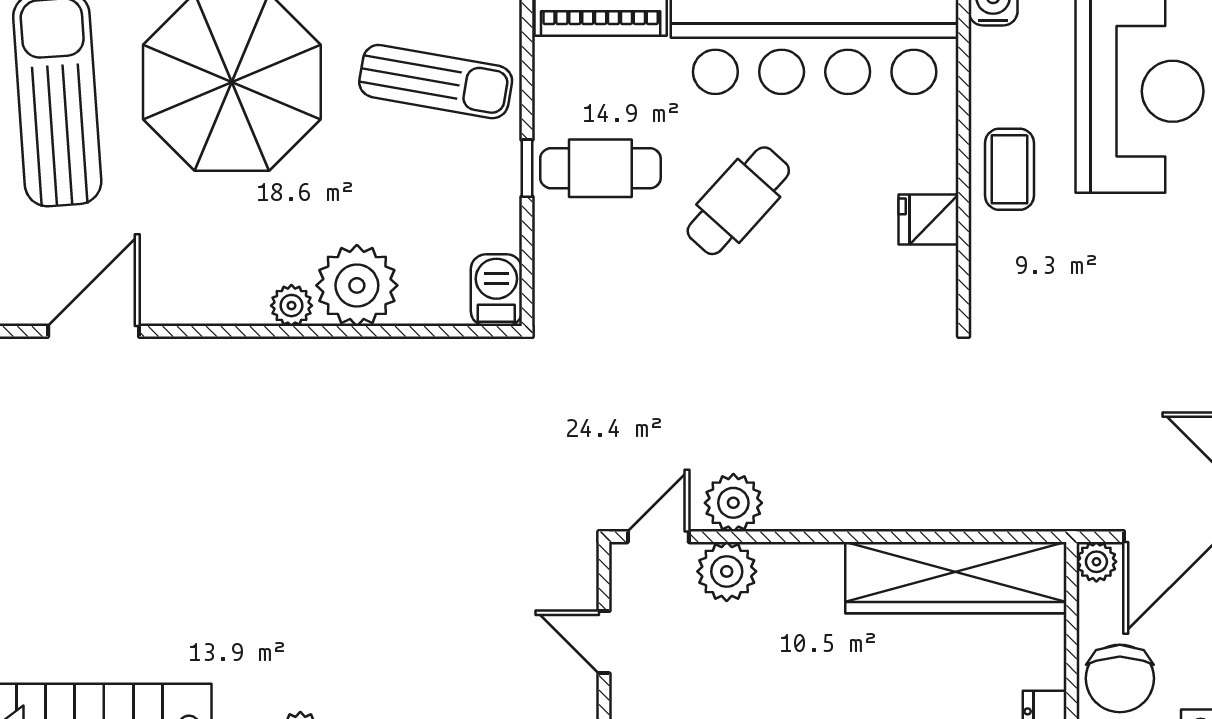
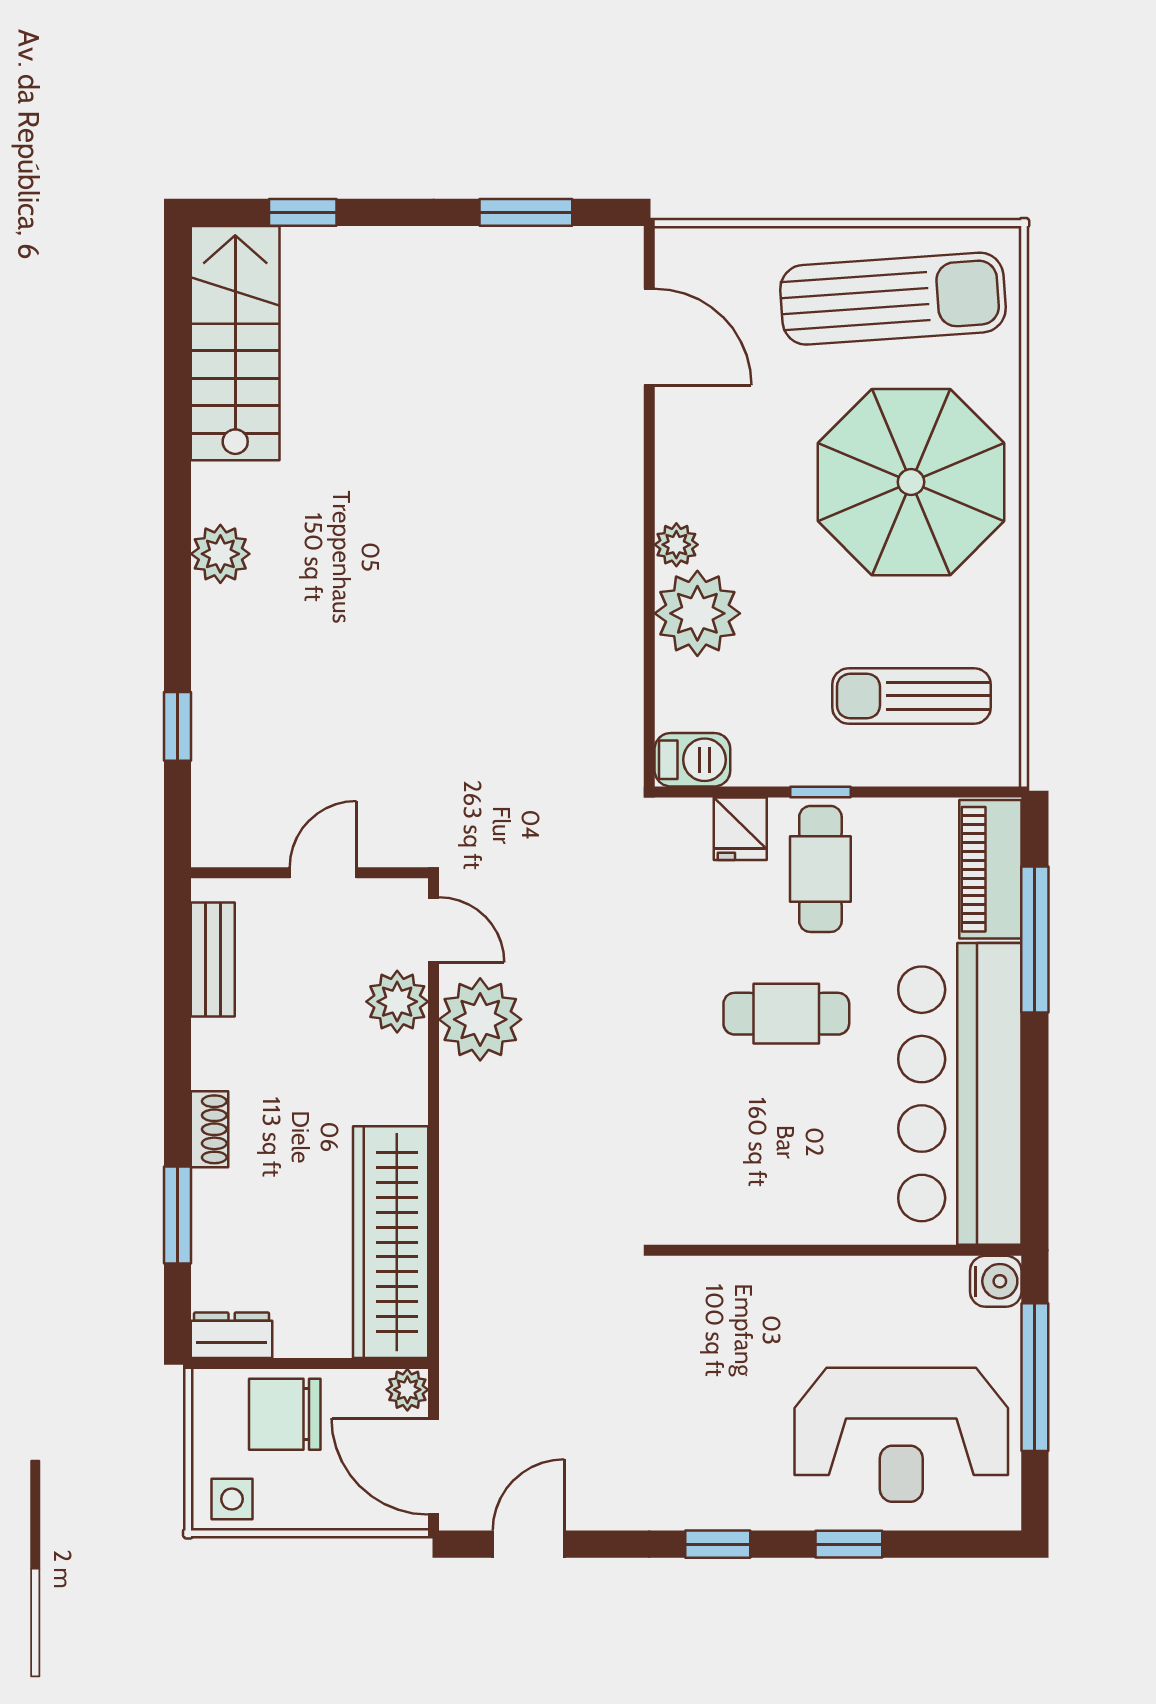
sun lounger: (436, 82) -> (911, 696), turned 80
coffee table: (1009, 169) -> (819, 1298), removed
cafe table: (738, 201) -> (786, 1014), turned -42
fridge: (928, 219) -> (740, 829), moved, turned 180
plant: (733, 503) -> (480, 1019), width x1.36, depth x1.36

